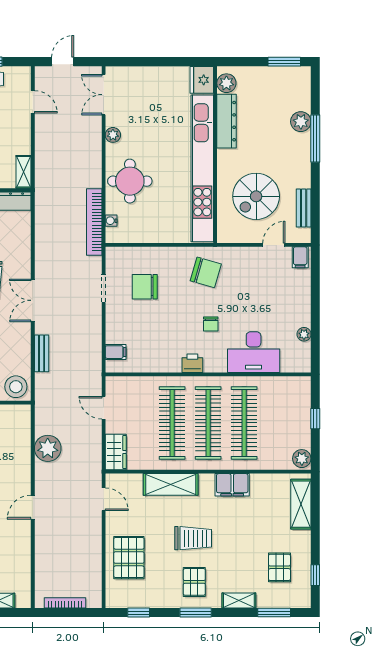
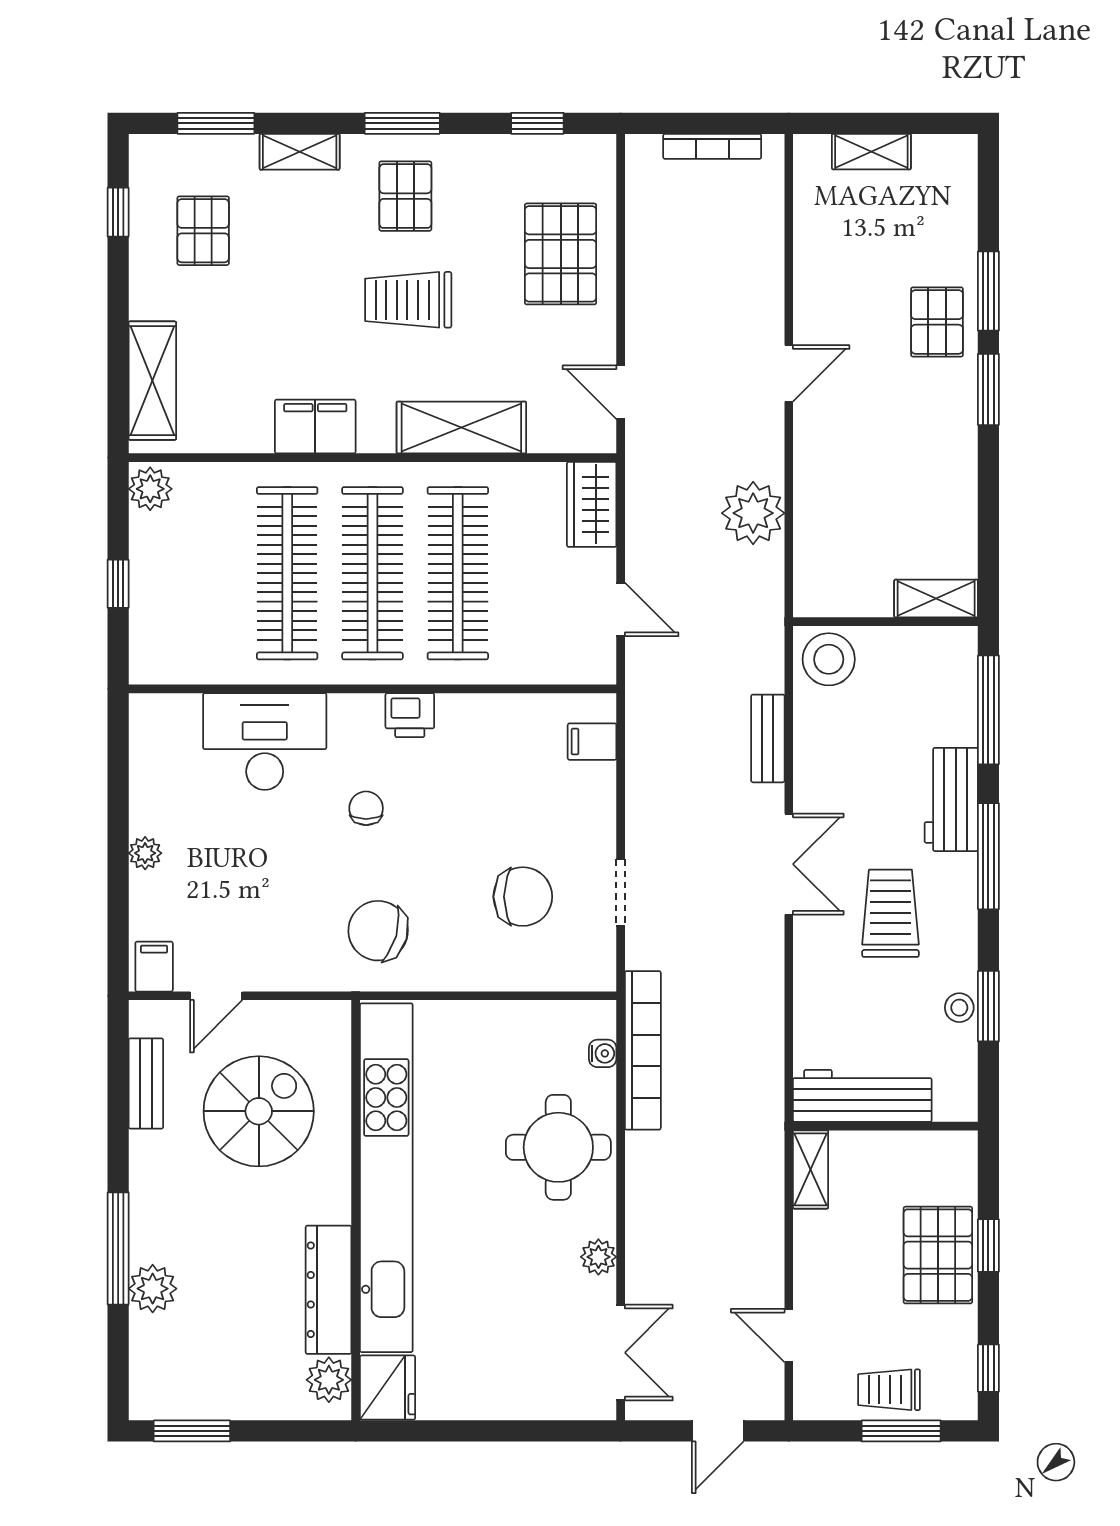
plant: (304, 334) -> (145, 853), moved

